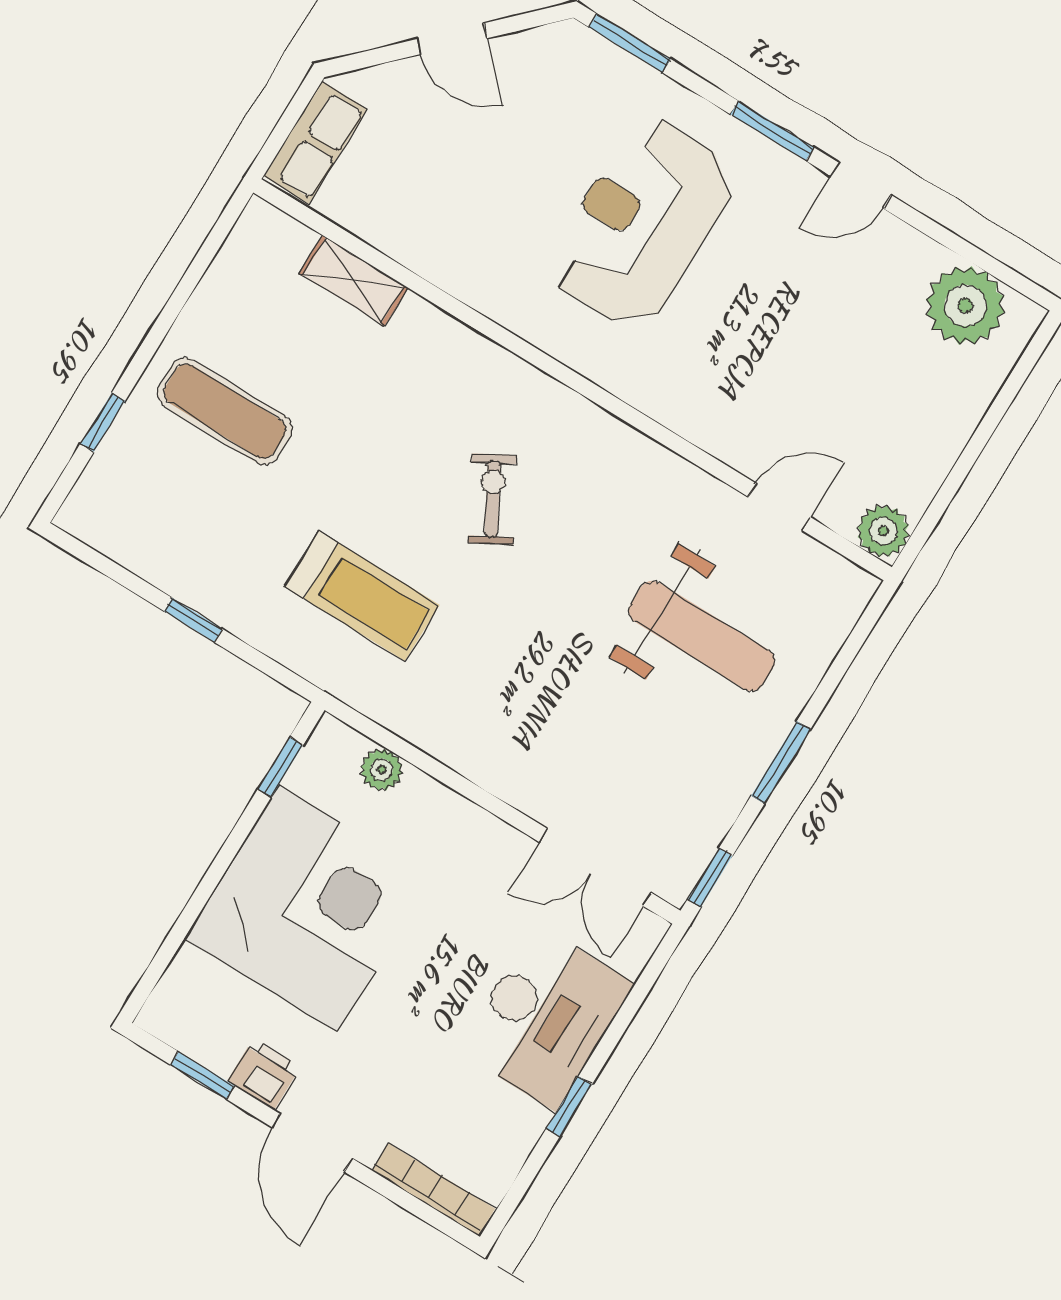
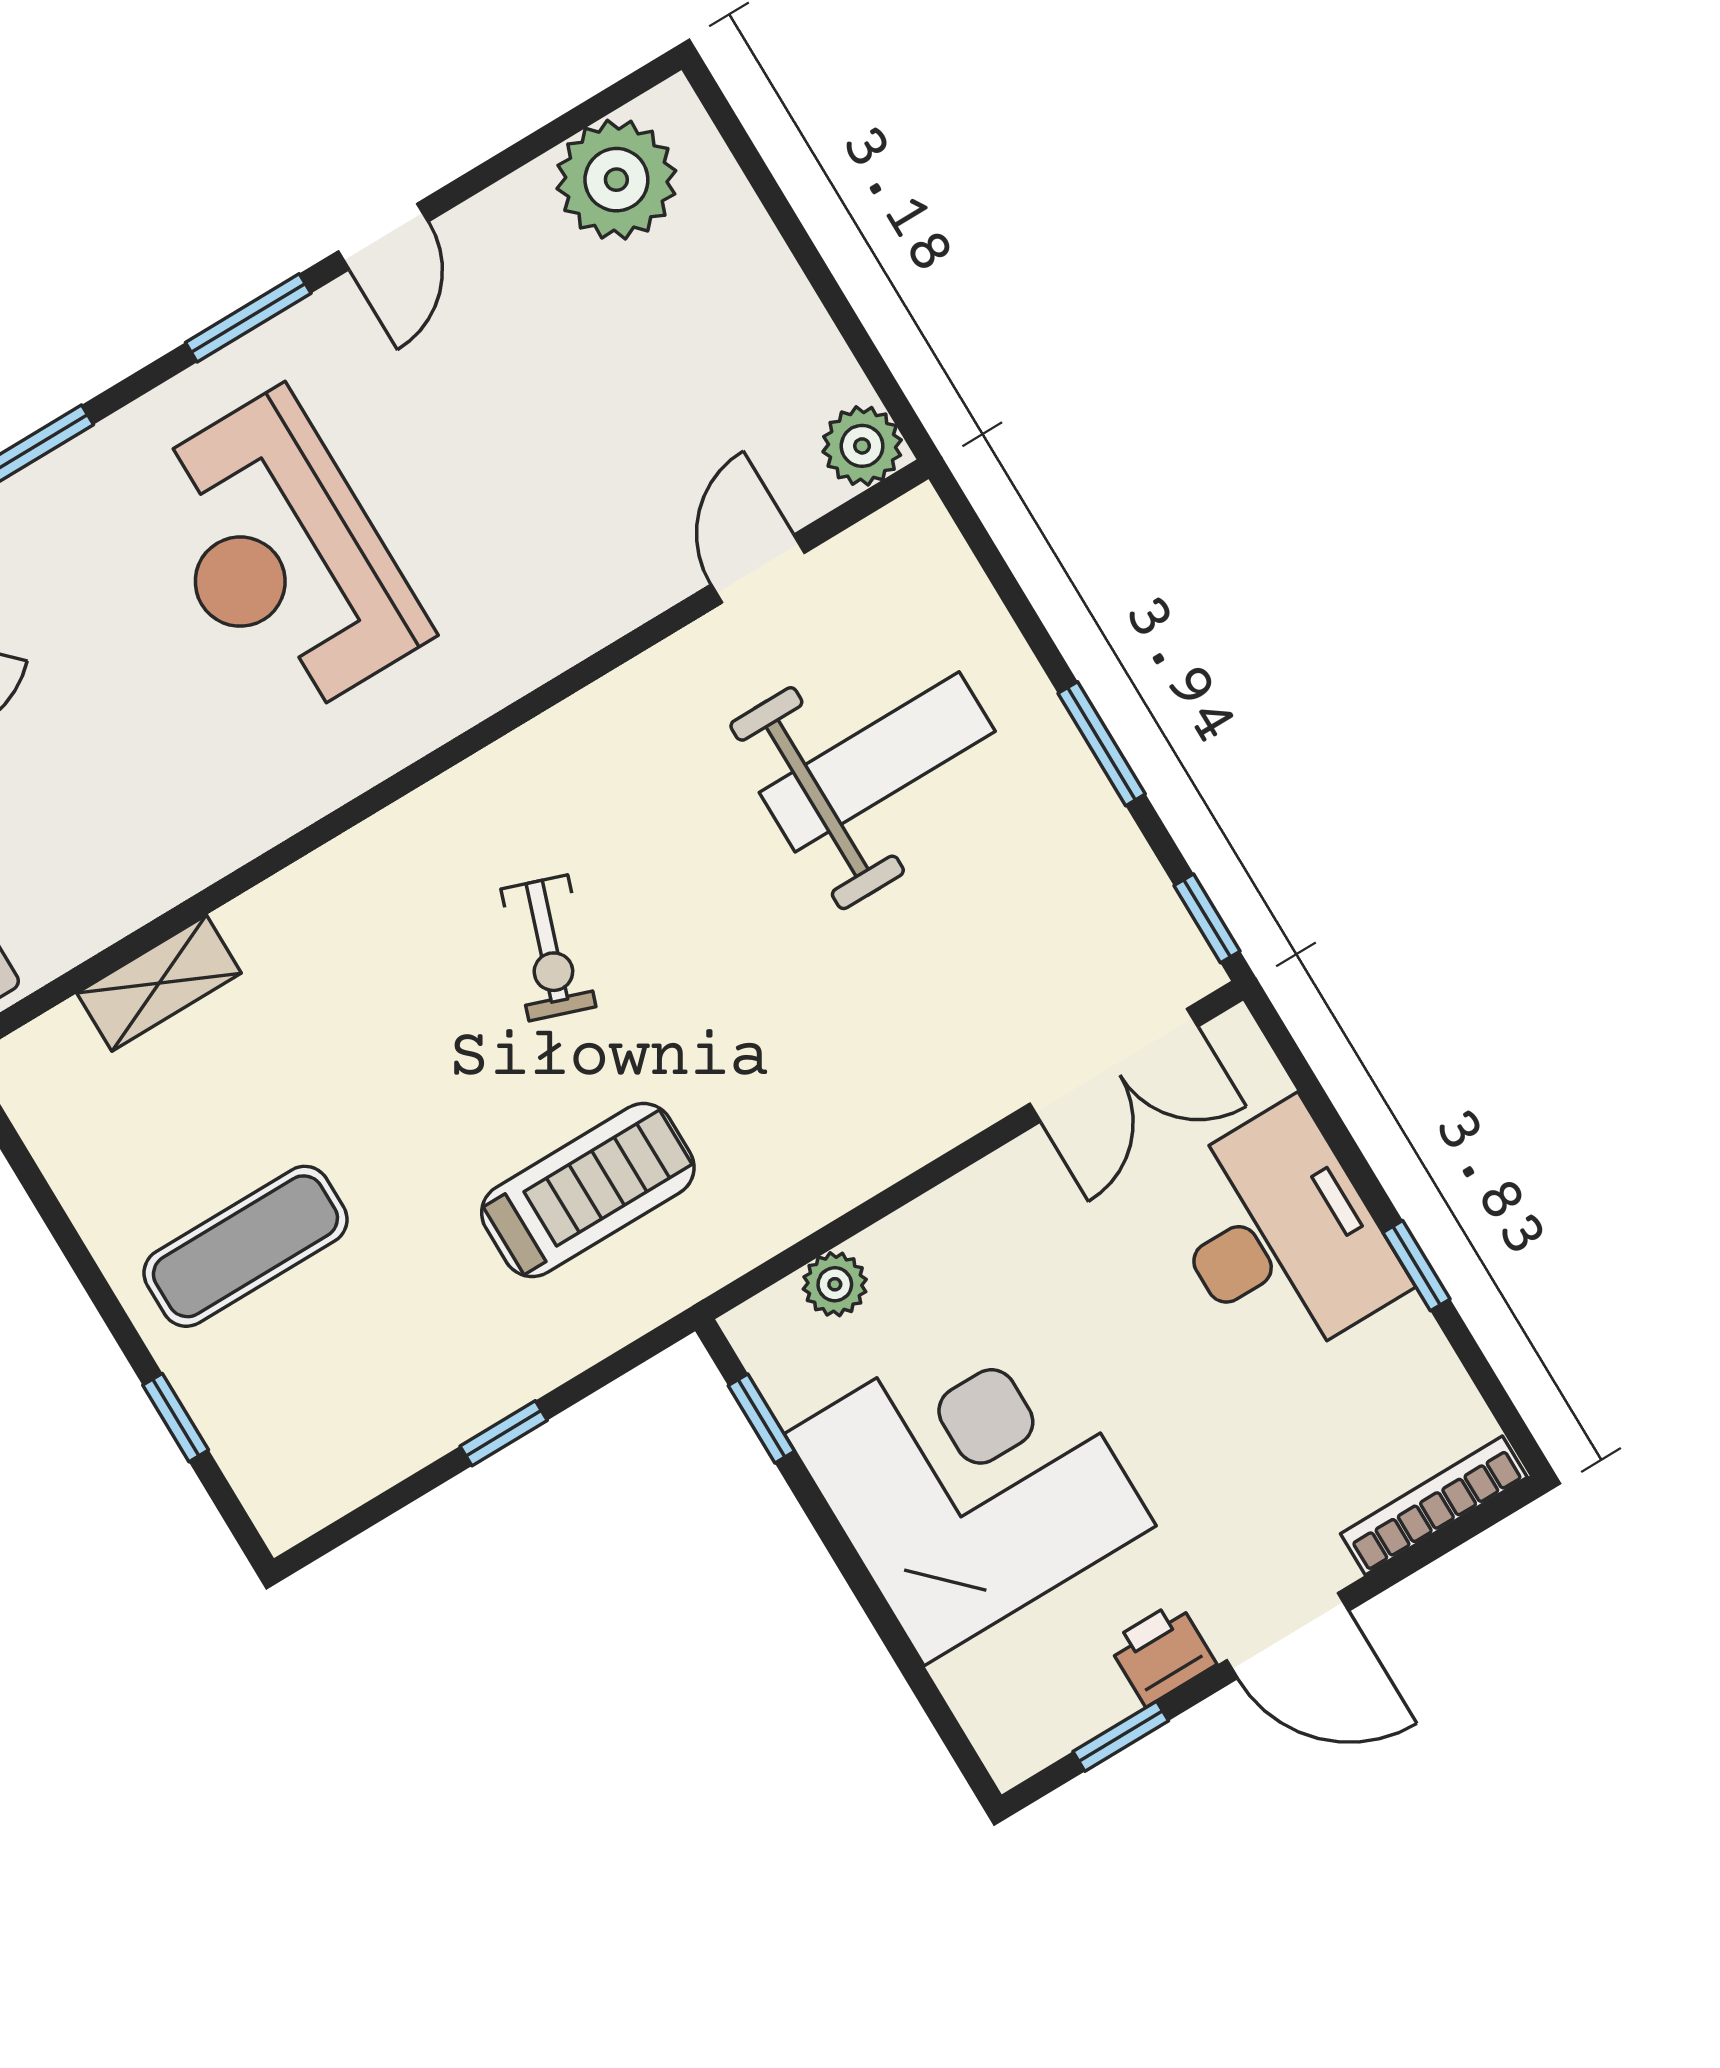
exercise bike: (492, 499) -> (548, 948), turned -132

